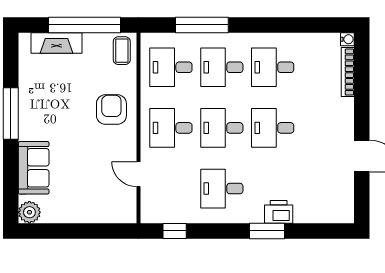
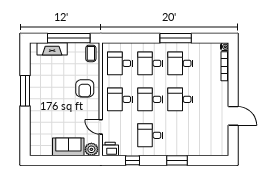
window: (202, 25) -> (176, 38), moved
armchair: (111, 110) -> (85, 88), turned 180
sofa: (34, 168) -> (68, 147), moved, turned -90
plant: (29, 212) -> (91, 149), moved
printer: (279, 212) -> (110, 149), moved
window: (175, 231) -> (133, 160), moved

